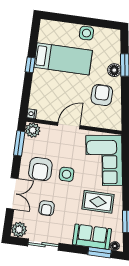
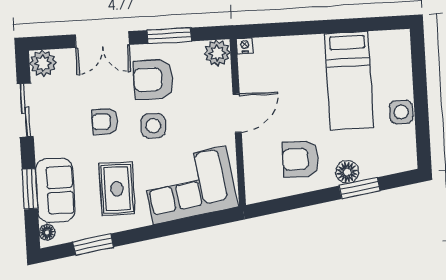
window: (30, 65) -> (328, 27), removed
armchair: (102, 95) -> (300, 159), turned 180
door: (69, 126) -> (237, 113), hinge flipped
window: (19, 143) -> (169, 36), moved
armchair: (47, 208) -> (105, 122), moved
window: (100, 252) -> (30, 189), moved

